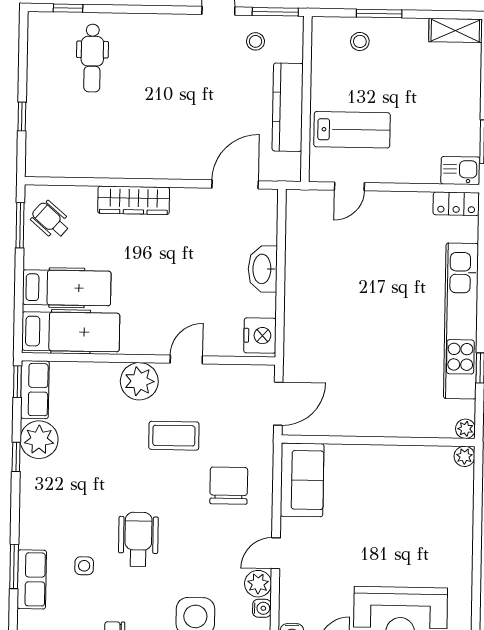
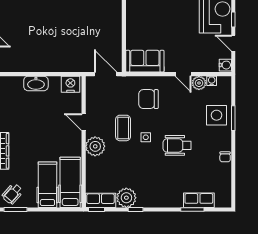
side table: (84, 566) -> (146, 137), moved

